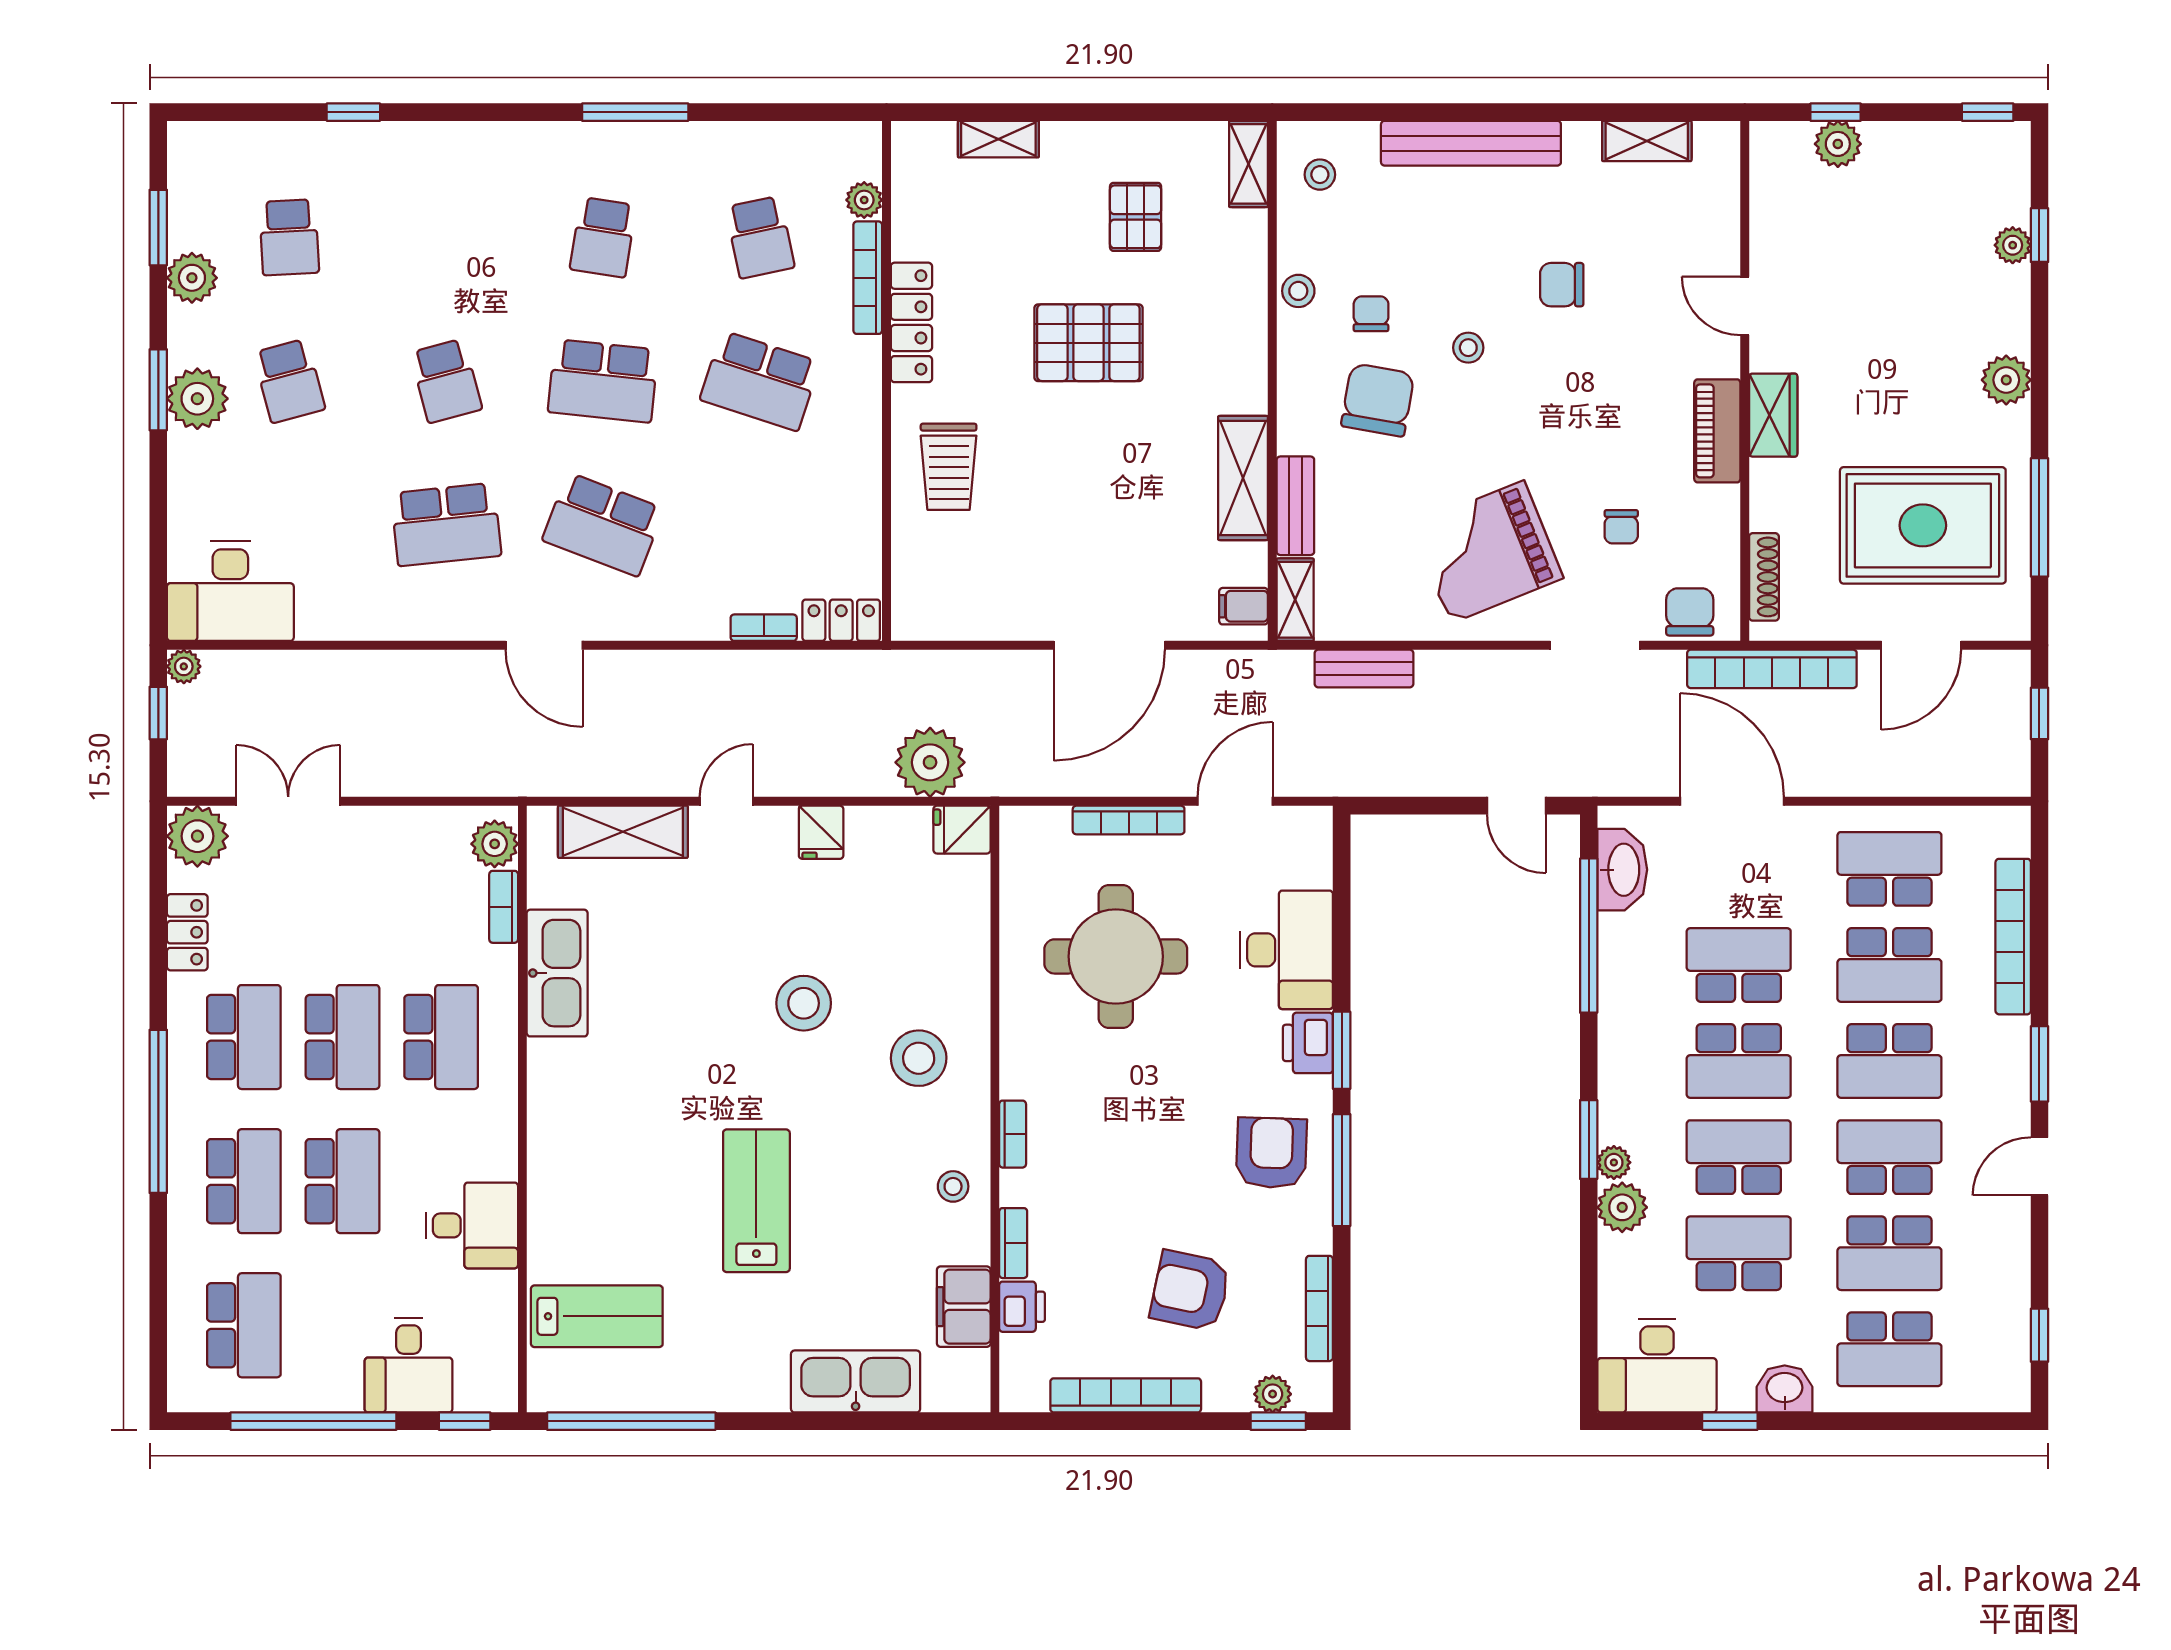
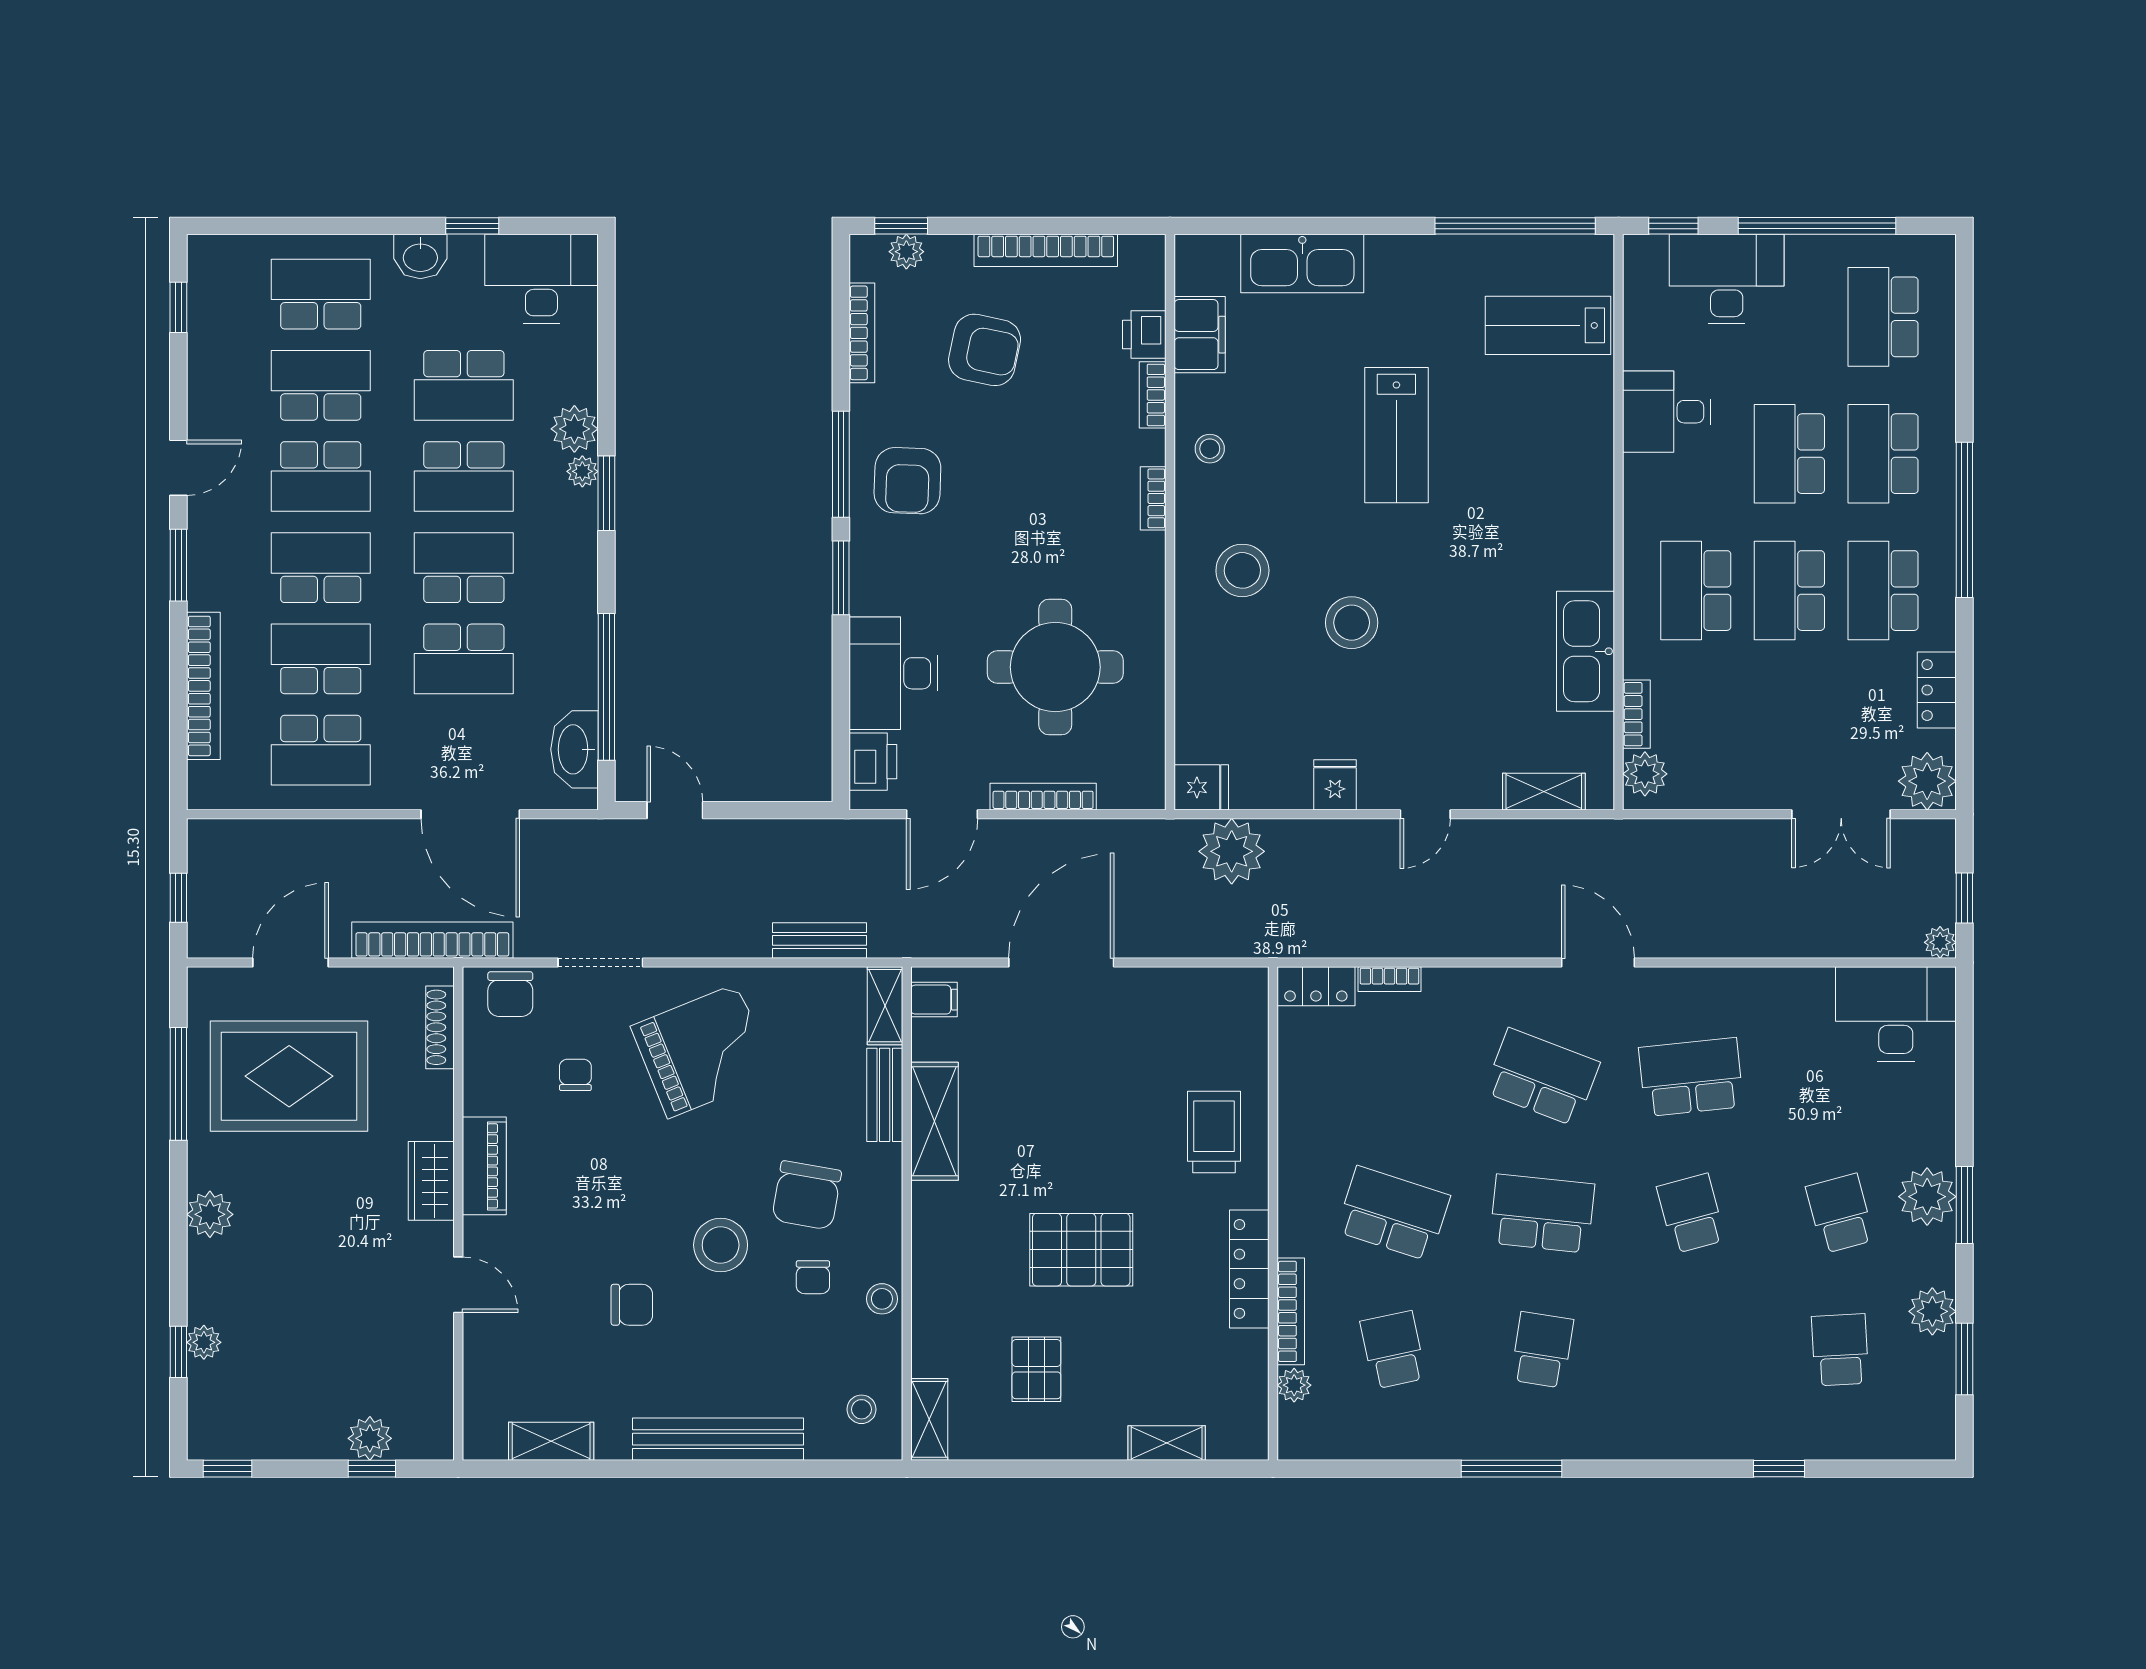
stool: (1468, 348) -> (721, 1245), width x1.89, depth x1.89
shelving: (623, 832) -> (1544, 792), width x0.67, depth x0.75
printer: (1308, 1043) -> (873, 762), moved
desk: (408, 1365) -> (1727, 279), width x1.37

